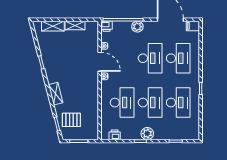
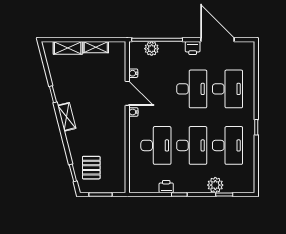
printer: (107, 26) -> (193, 48), moved
filing cabinet: (193, 26) -> (246, 48), removed
plant: (137, 27) -> (152, 49), moved
shelving: (56, 94) -> (67, 117), moved
pallet: (71, 120) -> (91, 168), turned 90
plant: (147, 134) -> (215, 185), moved
printer: (115, 135) -> (166, 187), moved

